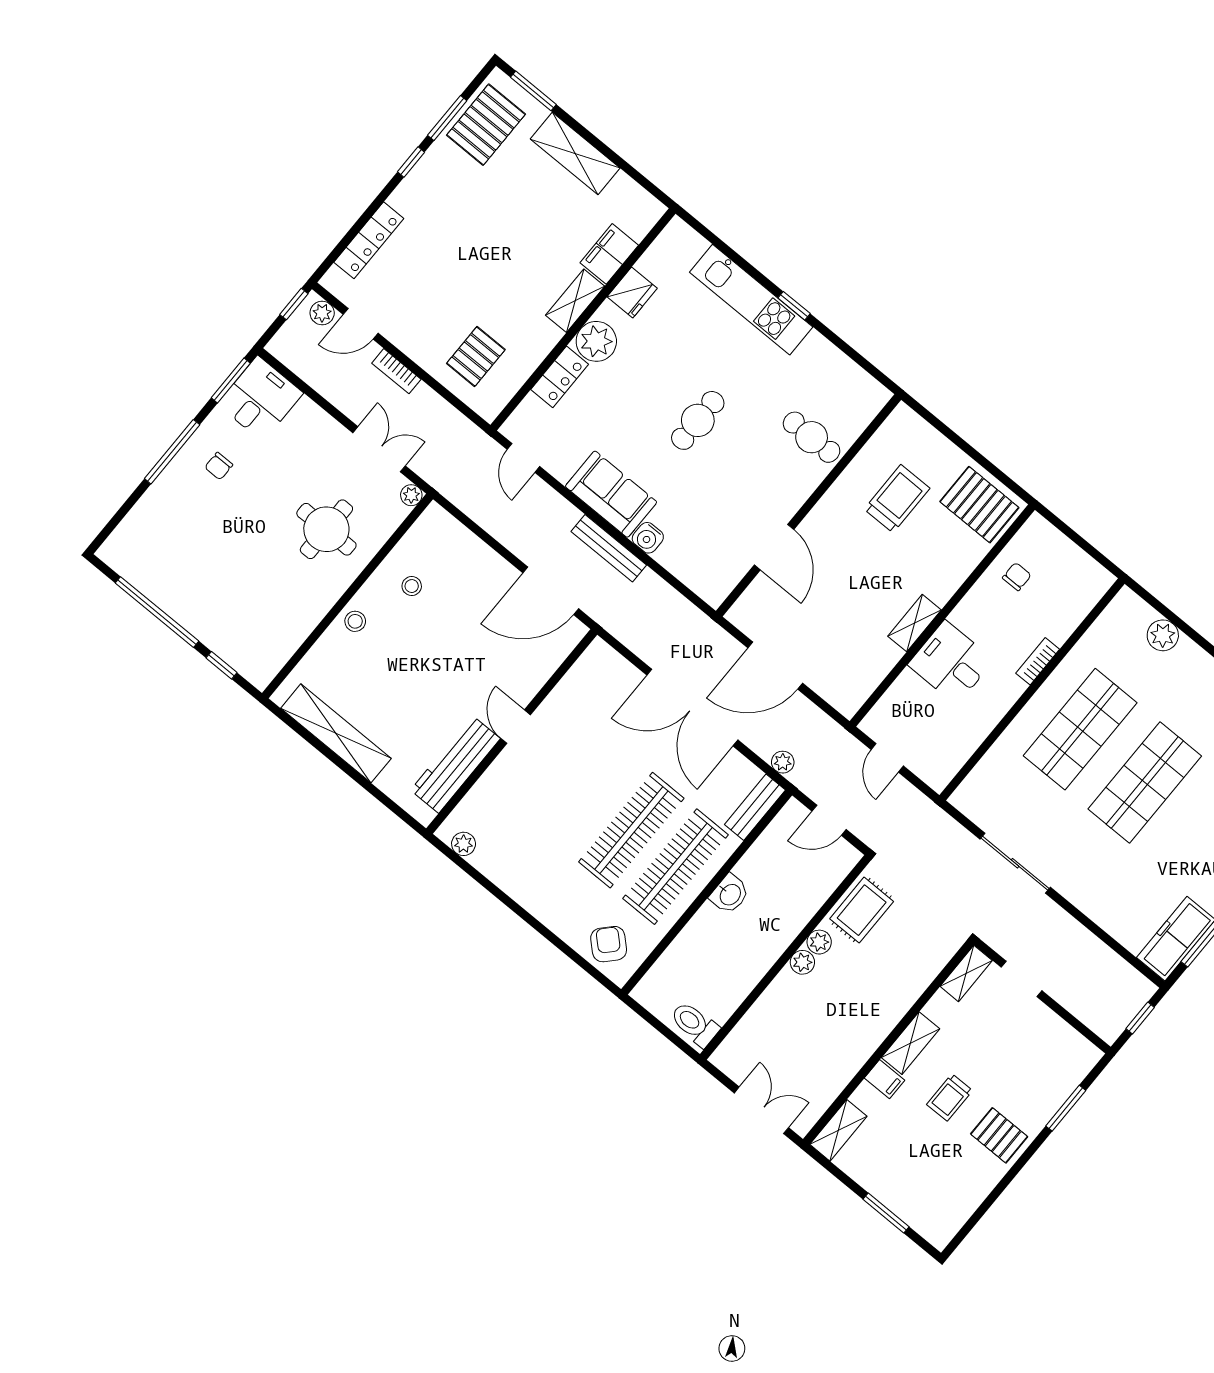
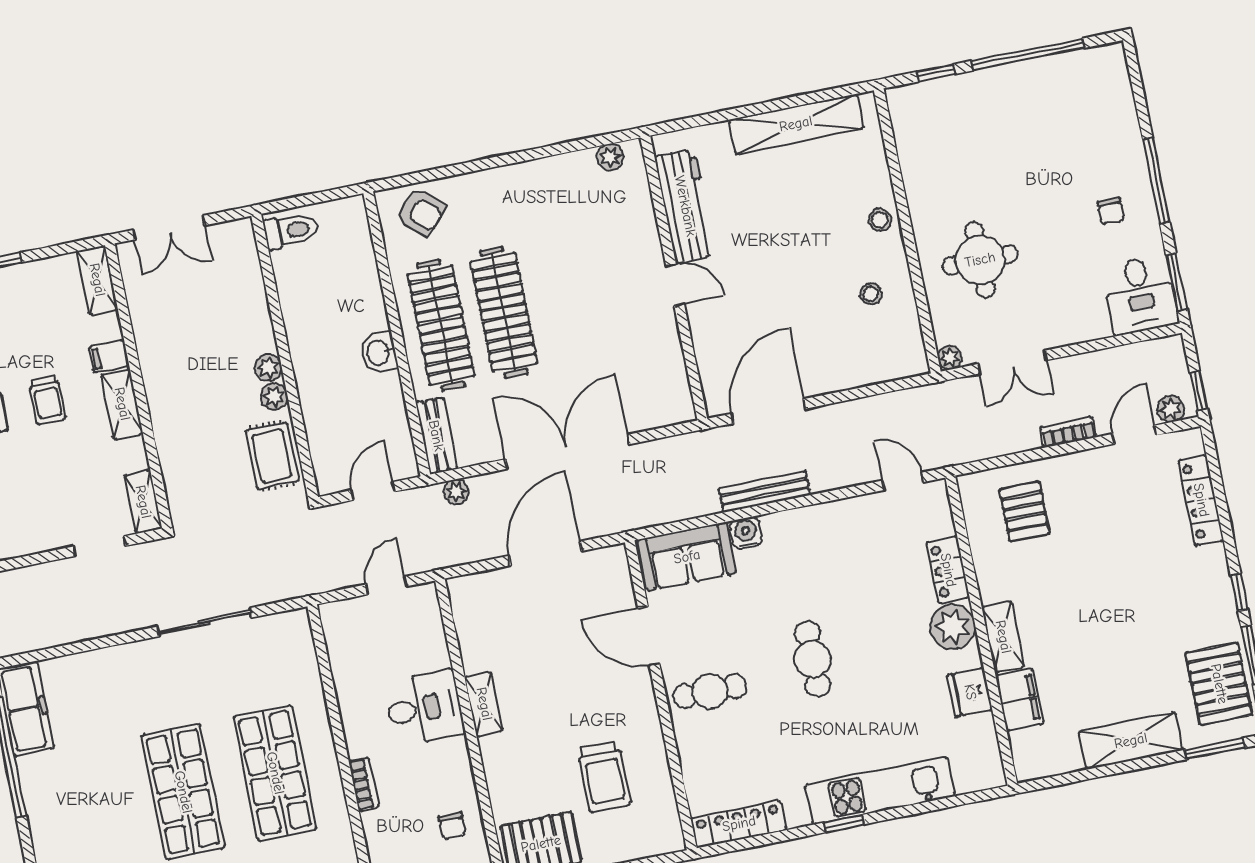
locker: (854, 379) -> (739, 824), added
cafe table: (812, 437) -> (710, 691), moved
chair: (219, 466) -> (1111, 211), turned 180
sofa: (611, 494) -> (687, 557), moved
door: (887, 758) -> (386, 585), hinge flipped
trolley: (950, 1097) -> (47, 400), turned 180

